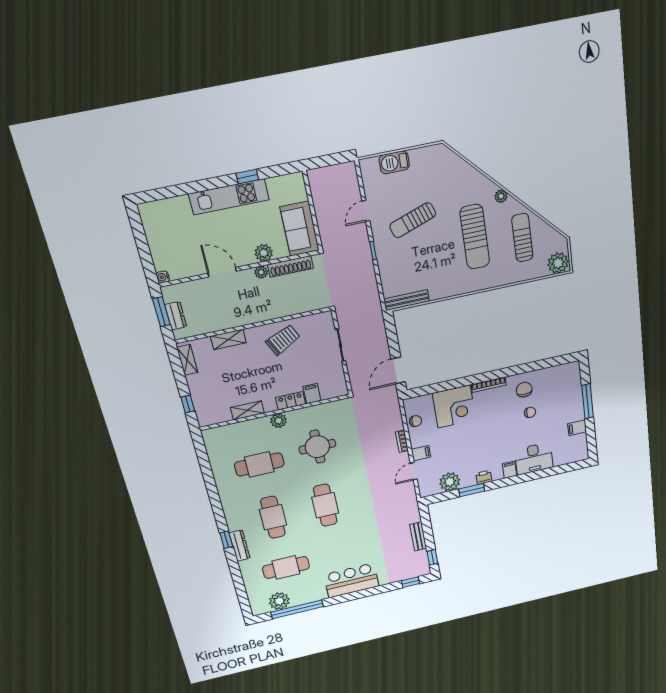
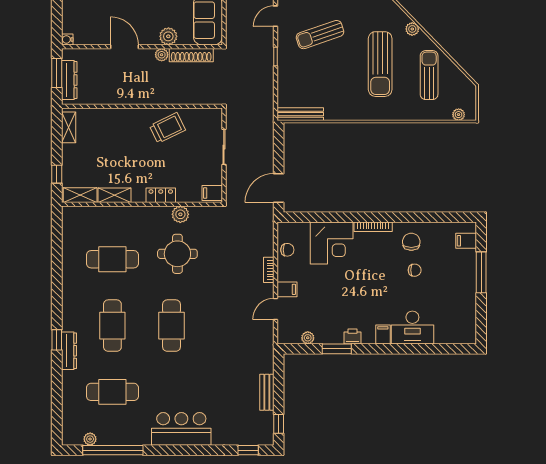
plant: (558, 263) -> (459, 115), width x0.53, depth x0.53
dresser: (176, 316) -> (69, 80), width x1.44
shelving: (228, 339) -> (80, 195), moved
filing cabinet: (312, 394) -> (212, 193), moved, turned -90
plant: (279, 421) -> (180, 214), moved
filing cabinet: (577, 428) -> (466, 241), moved
plant: (450, 482) -> (308, 338), width x0.53, depth x0.53
plant: (279, 601) -> (90, 439), width x0.53, depth x0.53

